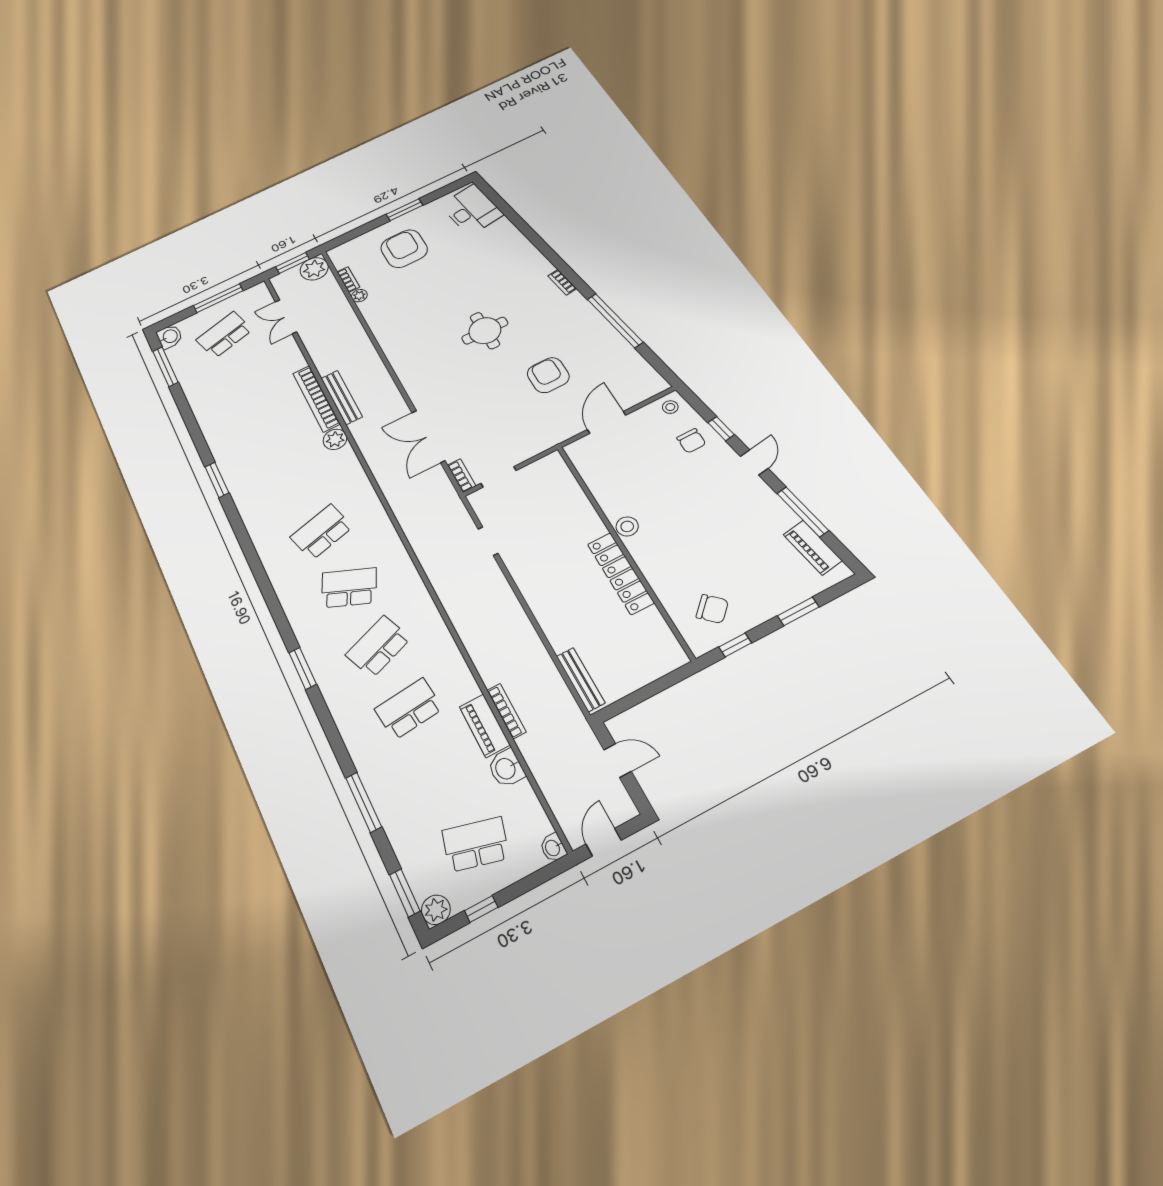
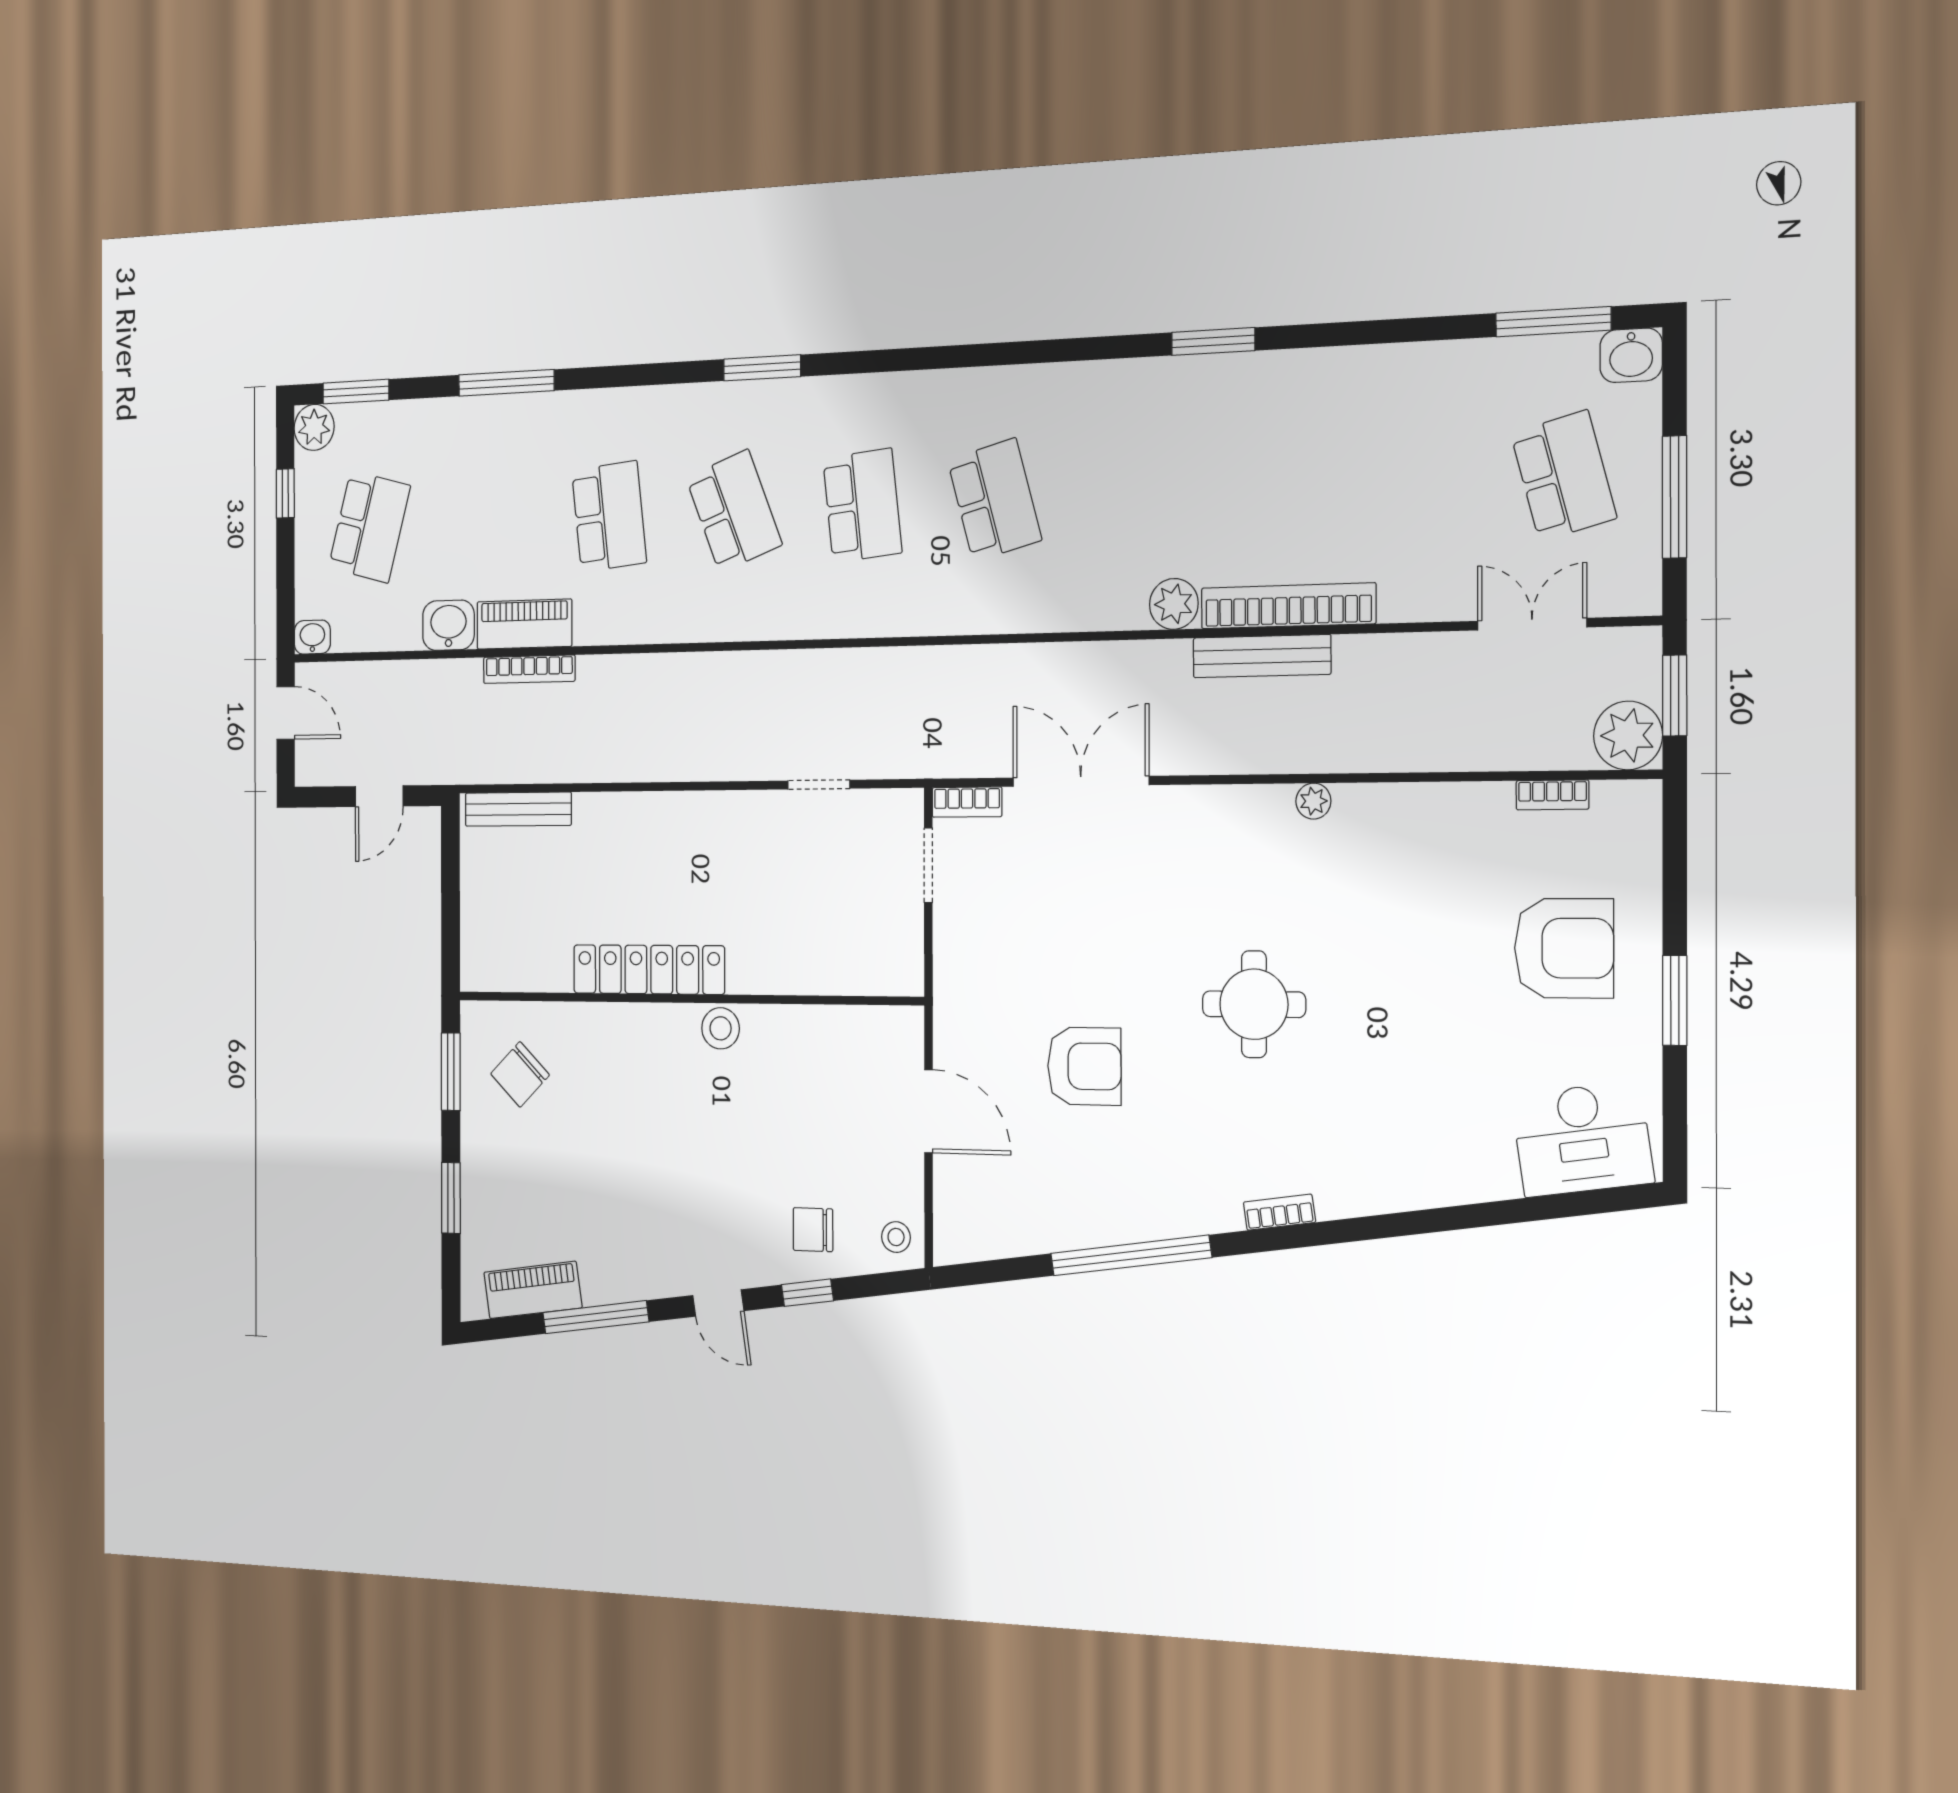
plant: (359, 296) -> (1313, 801), moved
school desk: (349, 588) -> (862, 506), turned -30
window: (735, 645) -> (451, 1072), width x1.50

